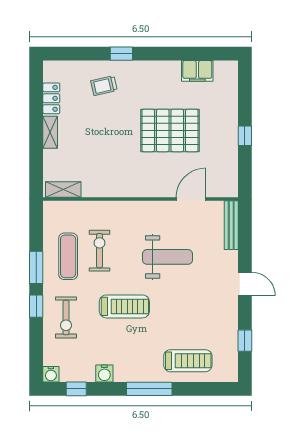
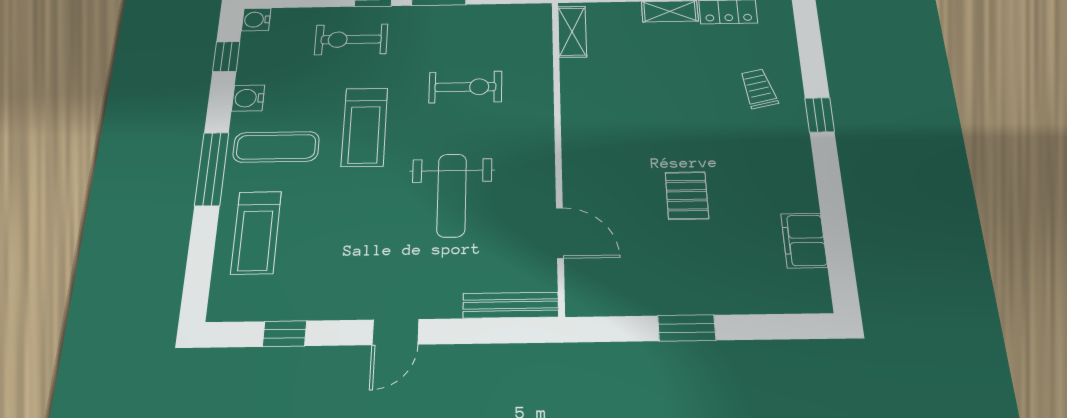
pallet: (170, 130) -> (687, 196), width x0.49, depth x0.50
window: (245, 136) -> (687, 328), width x1.50
exercise mat: (68, 256) -> (276, 147), moved

